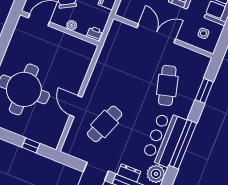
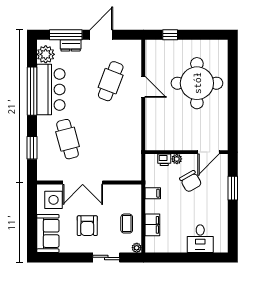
double door: (156, 33) -> (83, 183), moved
side table: (203, 33) -> (54, 200), width x1.87, depth x1.87
printer: (94, 34) -> (164, 160), moved

